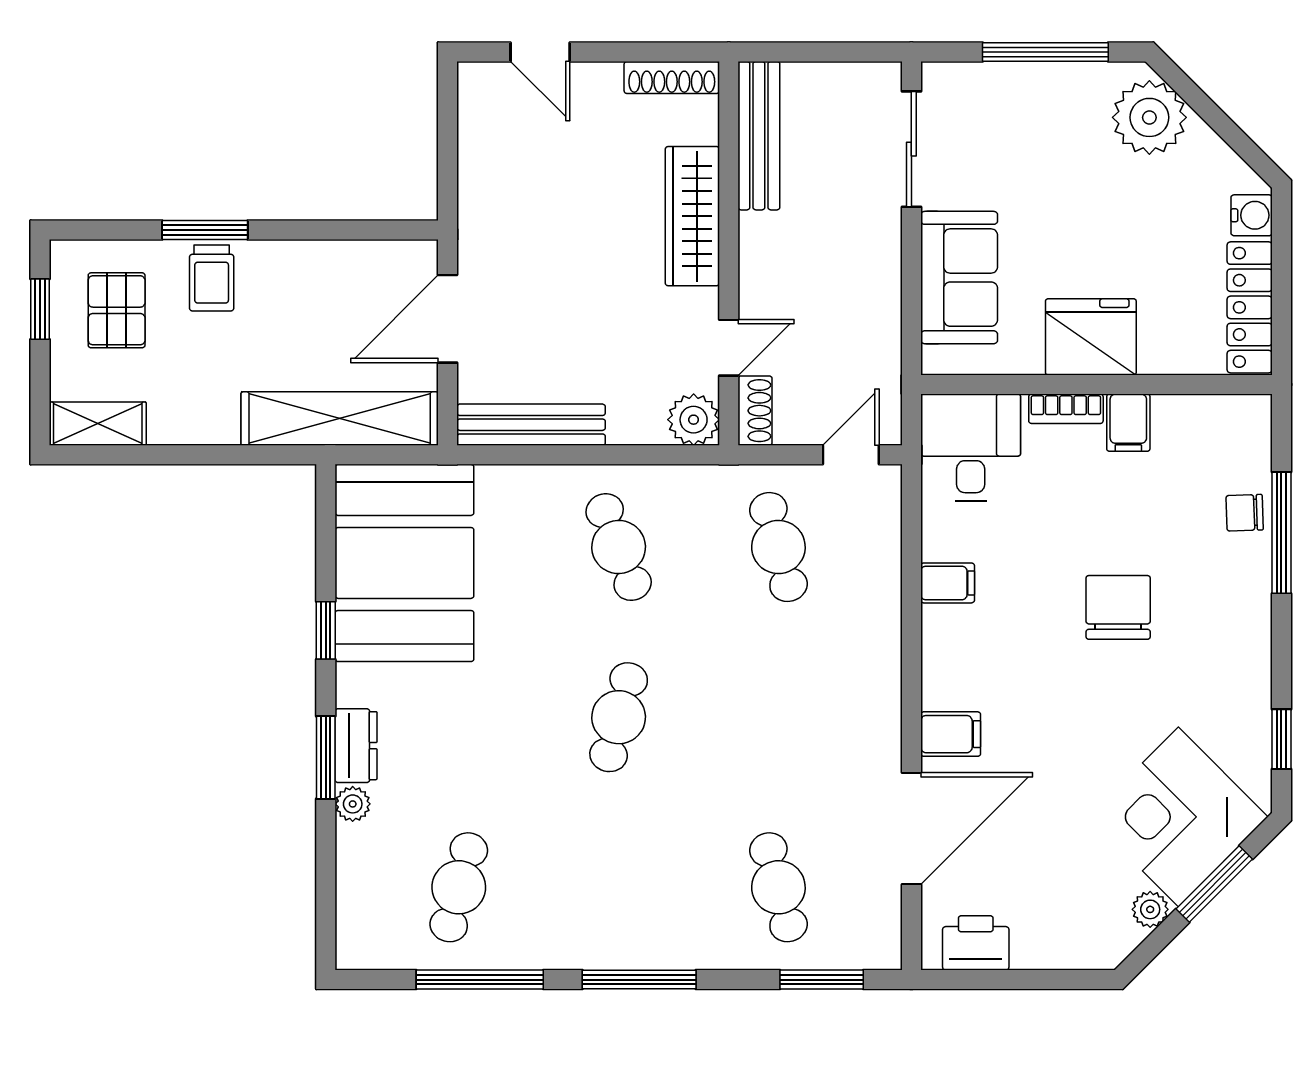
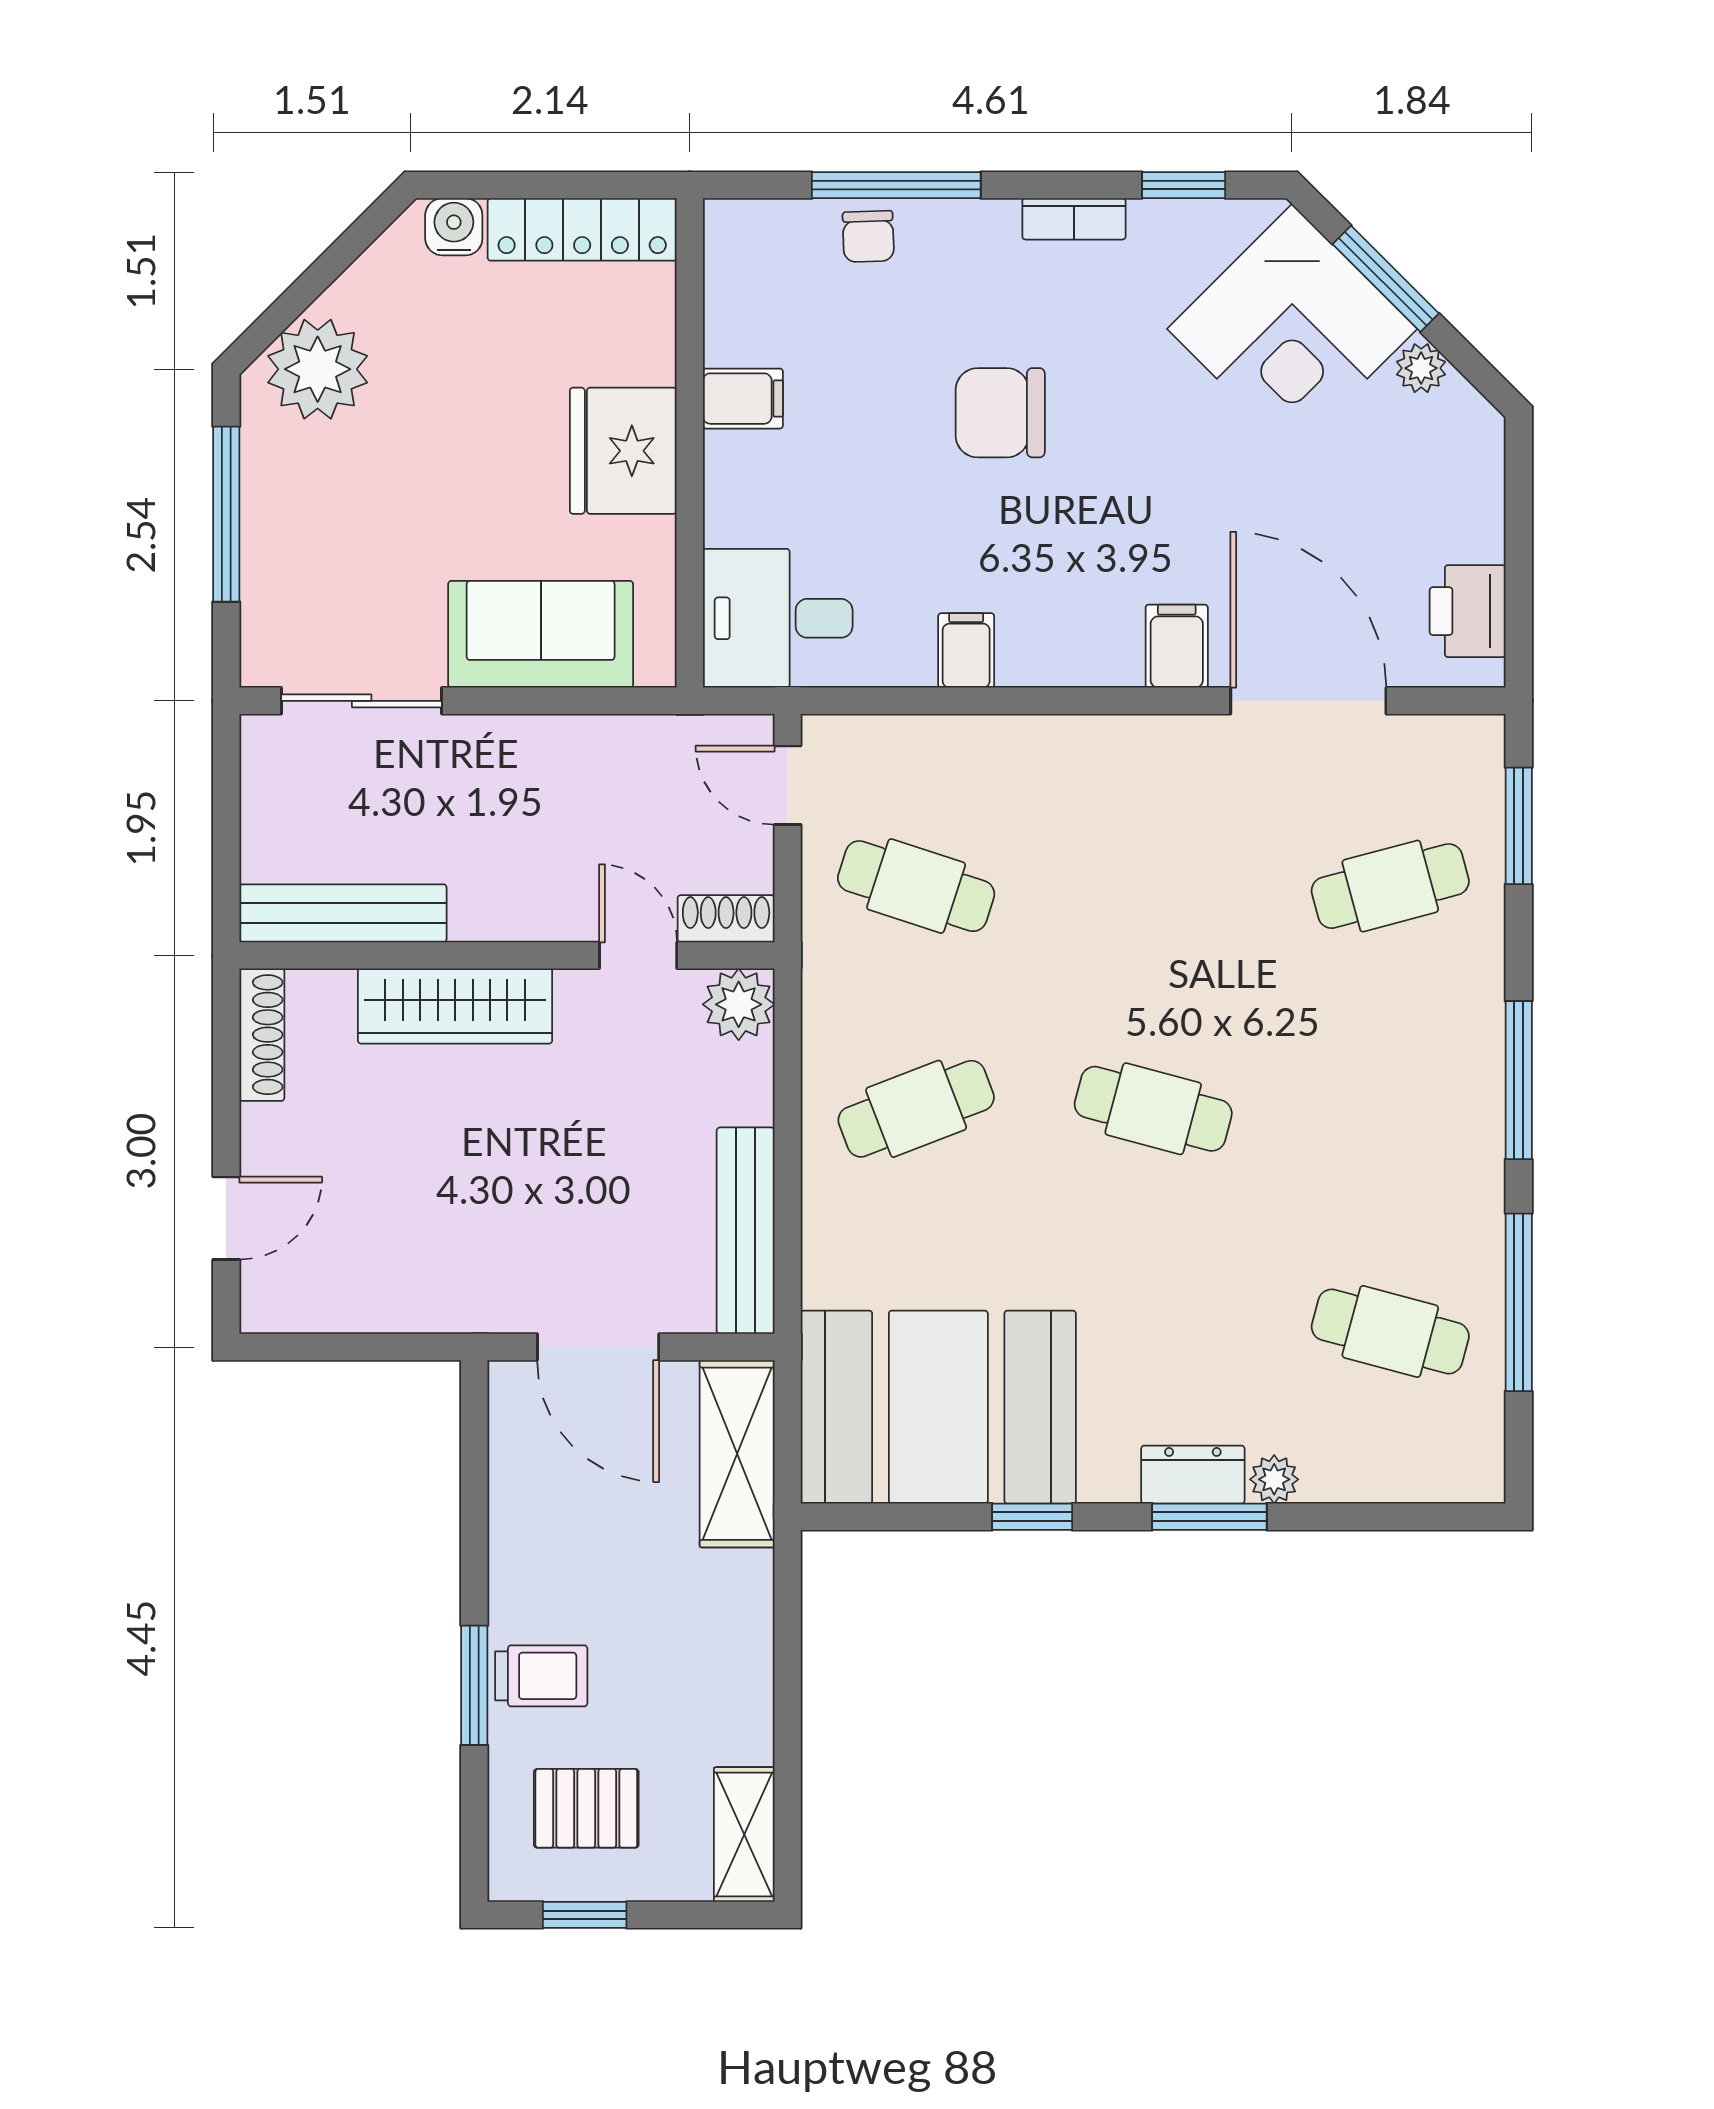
bookcase: (1066, 409) -> (1074, 219), moved, turned 90
shelving: (340, 419) -> (737, 1454), width x0.68
cafe table: (778, 547) -> (916, 886), turned 33

